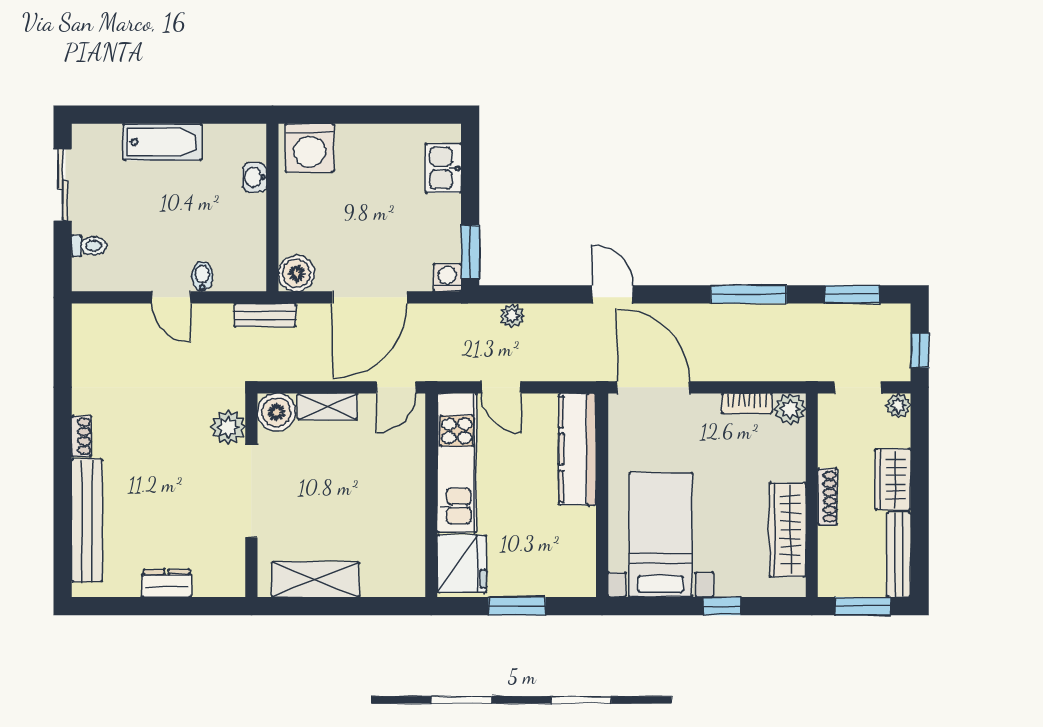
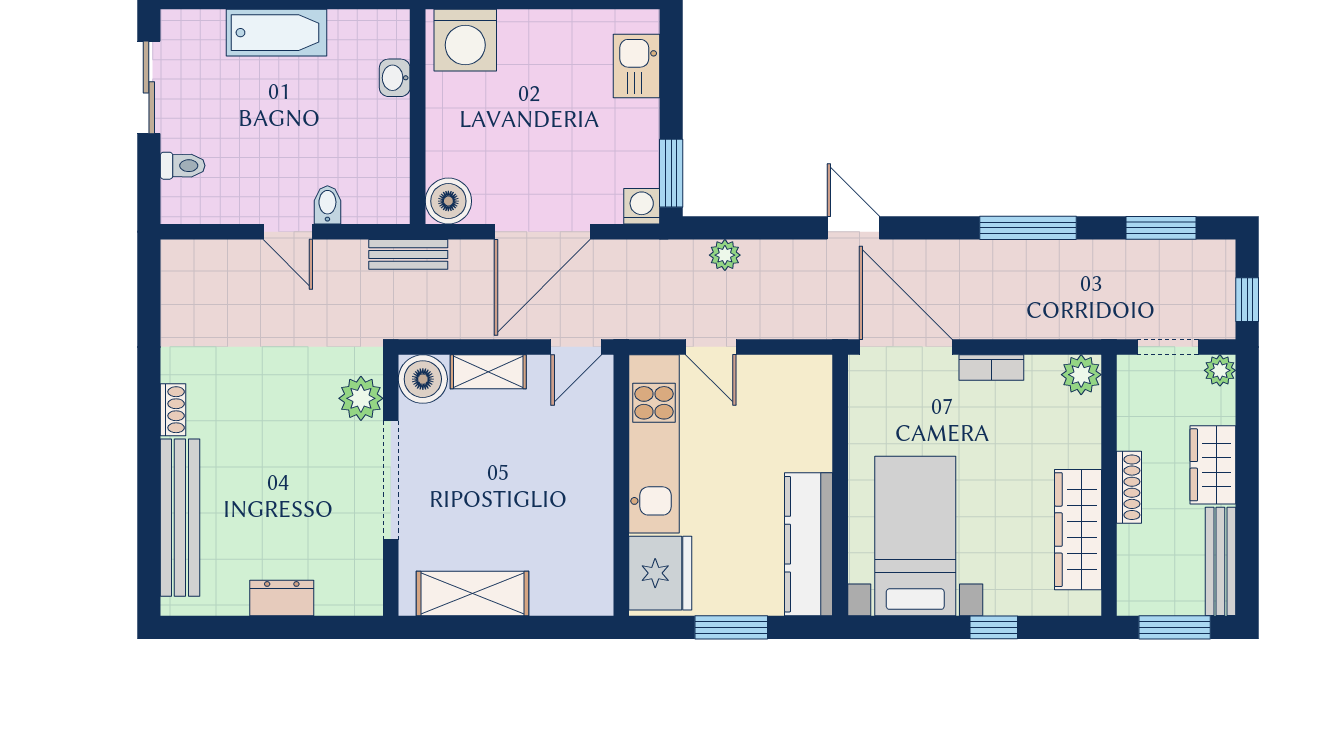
bookcase: (747, 403) -> (991, 368), moved
kitchen counter: (577, 449) -> (809, 544), moved

